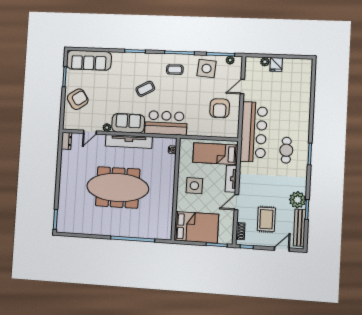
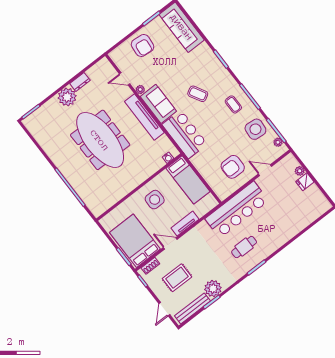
armchair: (78, 99) -> (143, 46), turned 39
dresser: (66, 141) -> (80, 82), moved
bed: (215, 154) -> (188, 180), moved, turned 180
plant: (67, 184) -> (67, 97), added
bed: (196, 227) -> (135, 241), moved, turned 180
door: (282, 249) -> (164, 309), swing flipped

